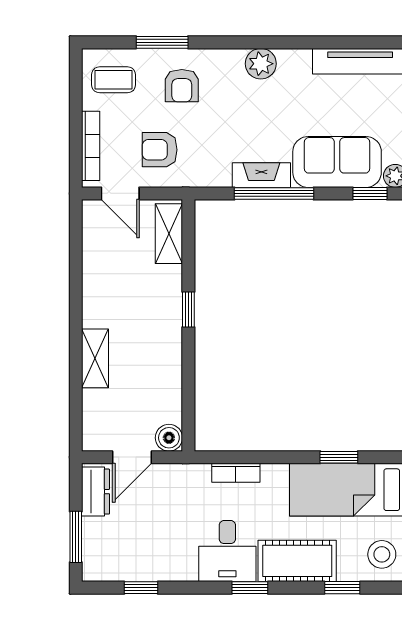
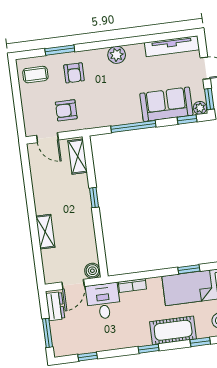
bookcase: (91, 146) -> (27, 113), removed
fireplace: (261, 175) -> (125, 117), removed
desk: (227, 551) -> (103, 301), moved, turned 180

